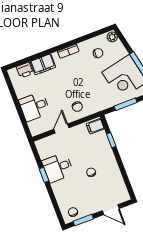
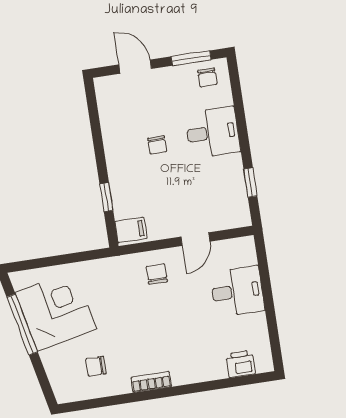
plant: (112, 37) -> (63, 391), removed
filing cabinet: (43, 64) -> (204, 367), removed
window: (126, 104) -> (65, 259), removed
desk: (58, 168) -> (213, 132), moved
window: (44, 175) -> (250, 183), moved

